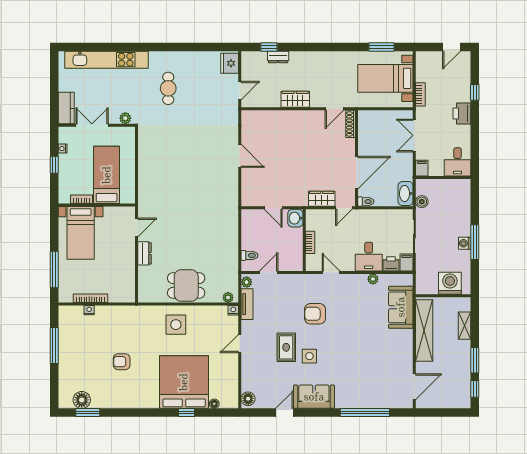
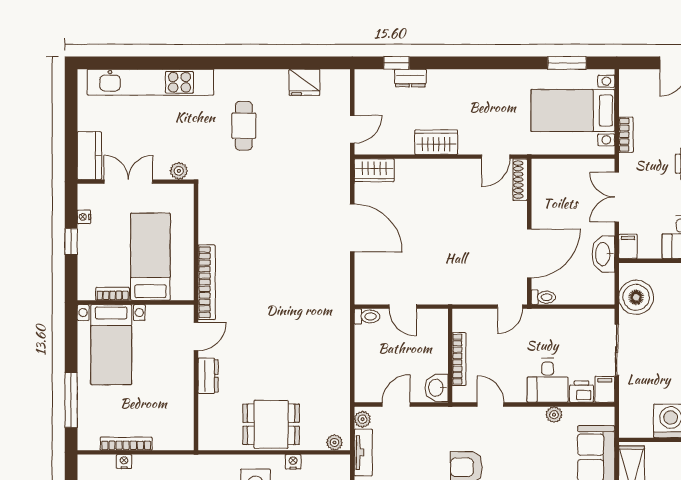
fridge: (230, 63) -> (304, 82), moved, turned -90
door: (240, 156) -> (352, 228), width x1.36
bookcase: (144, 192) -> (207, 282), added
washbasin: (406, 194) -> (603, 254), moved
wardrobe: (322, 199) -> (374, 170), moved, turned 180
boiler: (422, 202) -> (636, 297), width x1.86, depth x1.86
washbasin: (295, 218) -> (437, 388), moved
bookcase: (310, 242) -> (459, 359), width x1.56
toilet: (249, 255) -> (367, 316), moved
nightstand: (233, 310) -> (293, 462), moved

